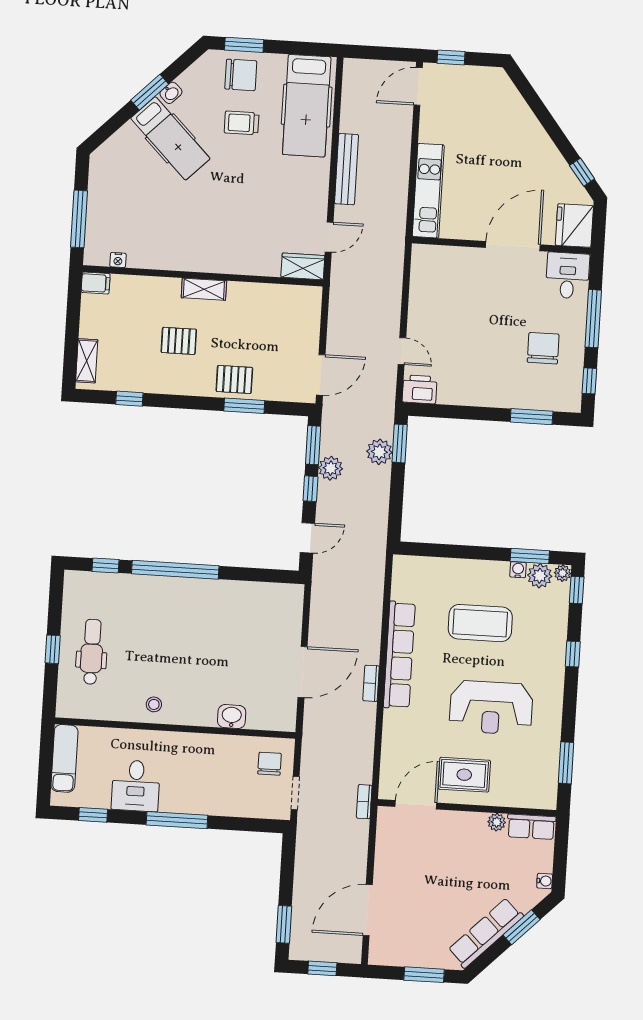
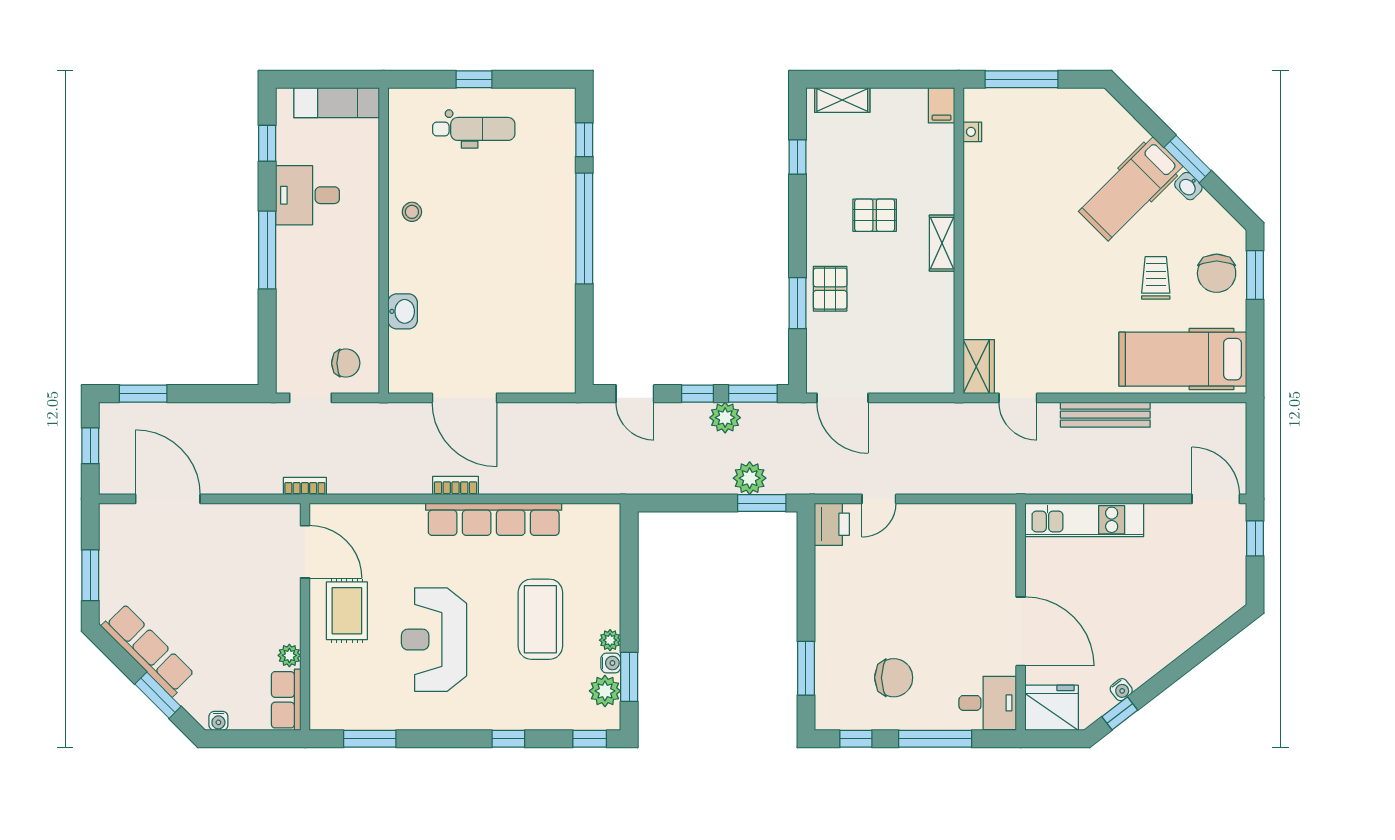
water cooler: (564, 170) -> (1121, 690), added
pallet: (179, 341) -> (875, 215), turned 90
plant: (563, 573) -> (610, 640), moved

